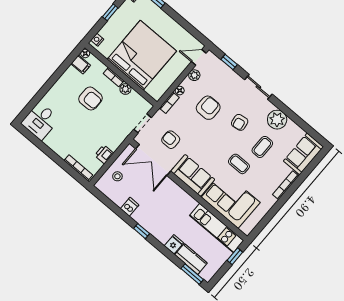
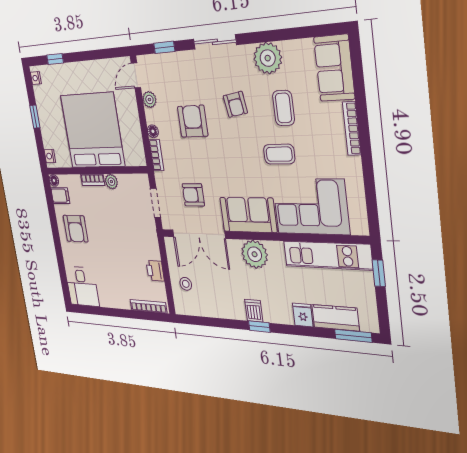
armchair: (91, 99) -> (76, 229), moved, turned 90
plant: (176, 196) -> (255, 254), added
dishwasher: (130, 207) -> (254, 311), moved

